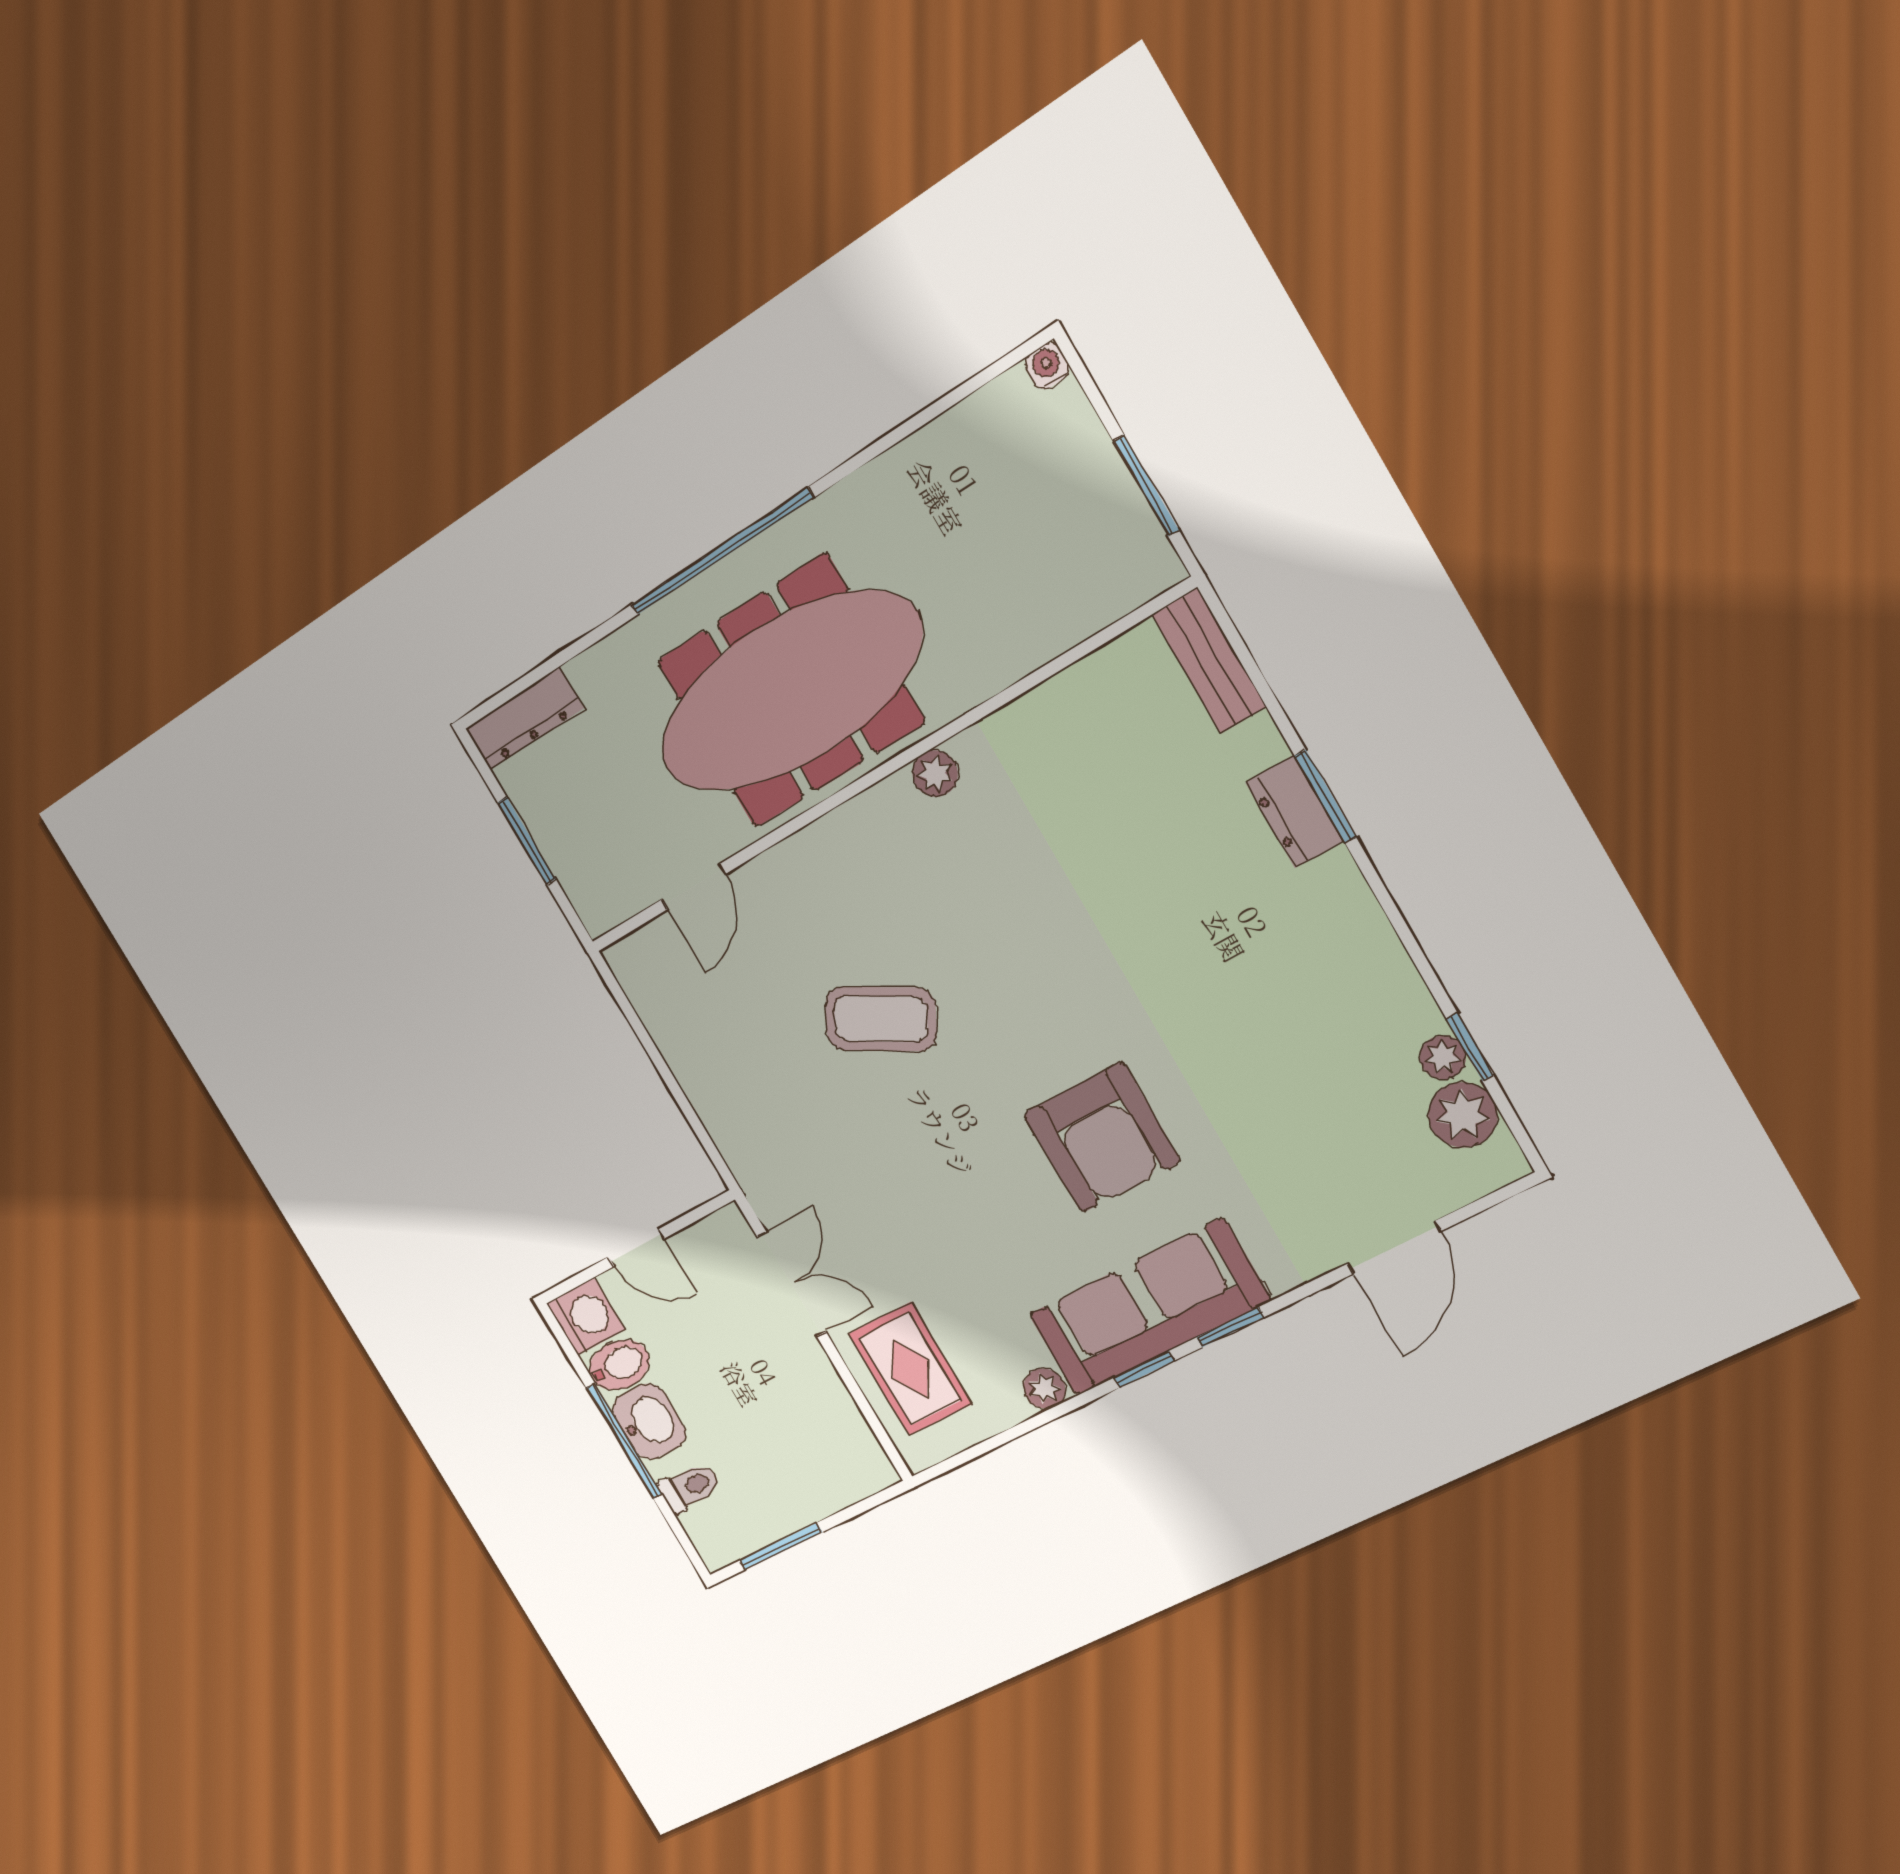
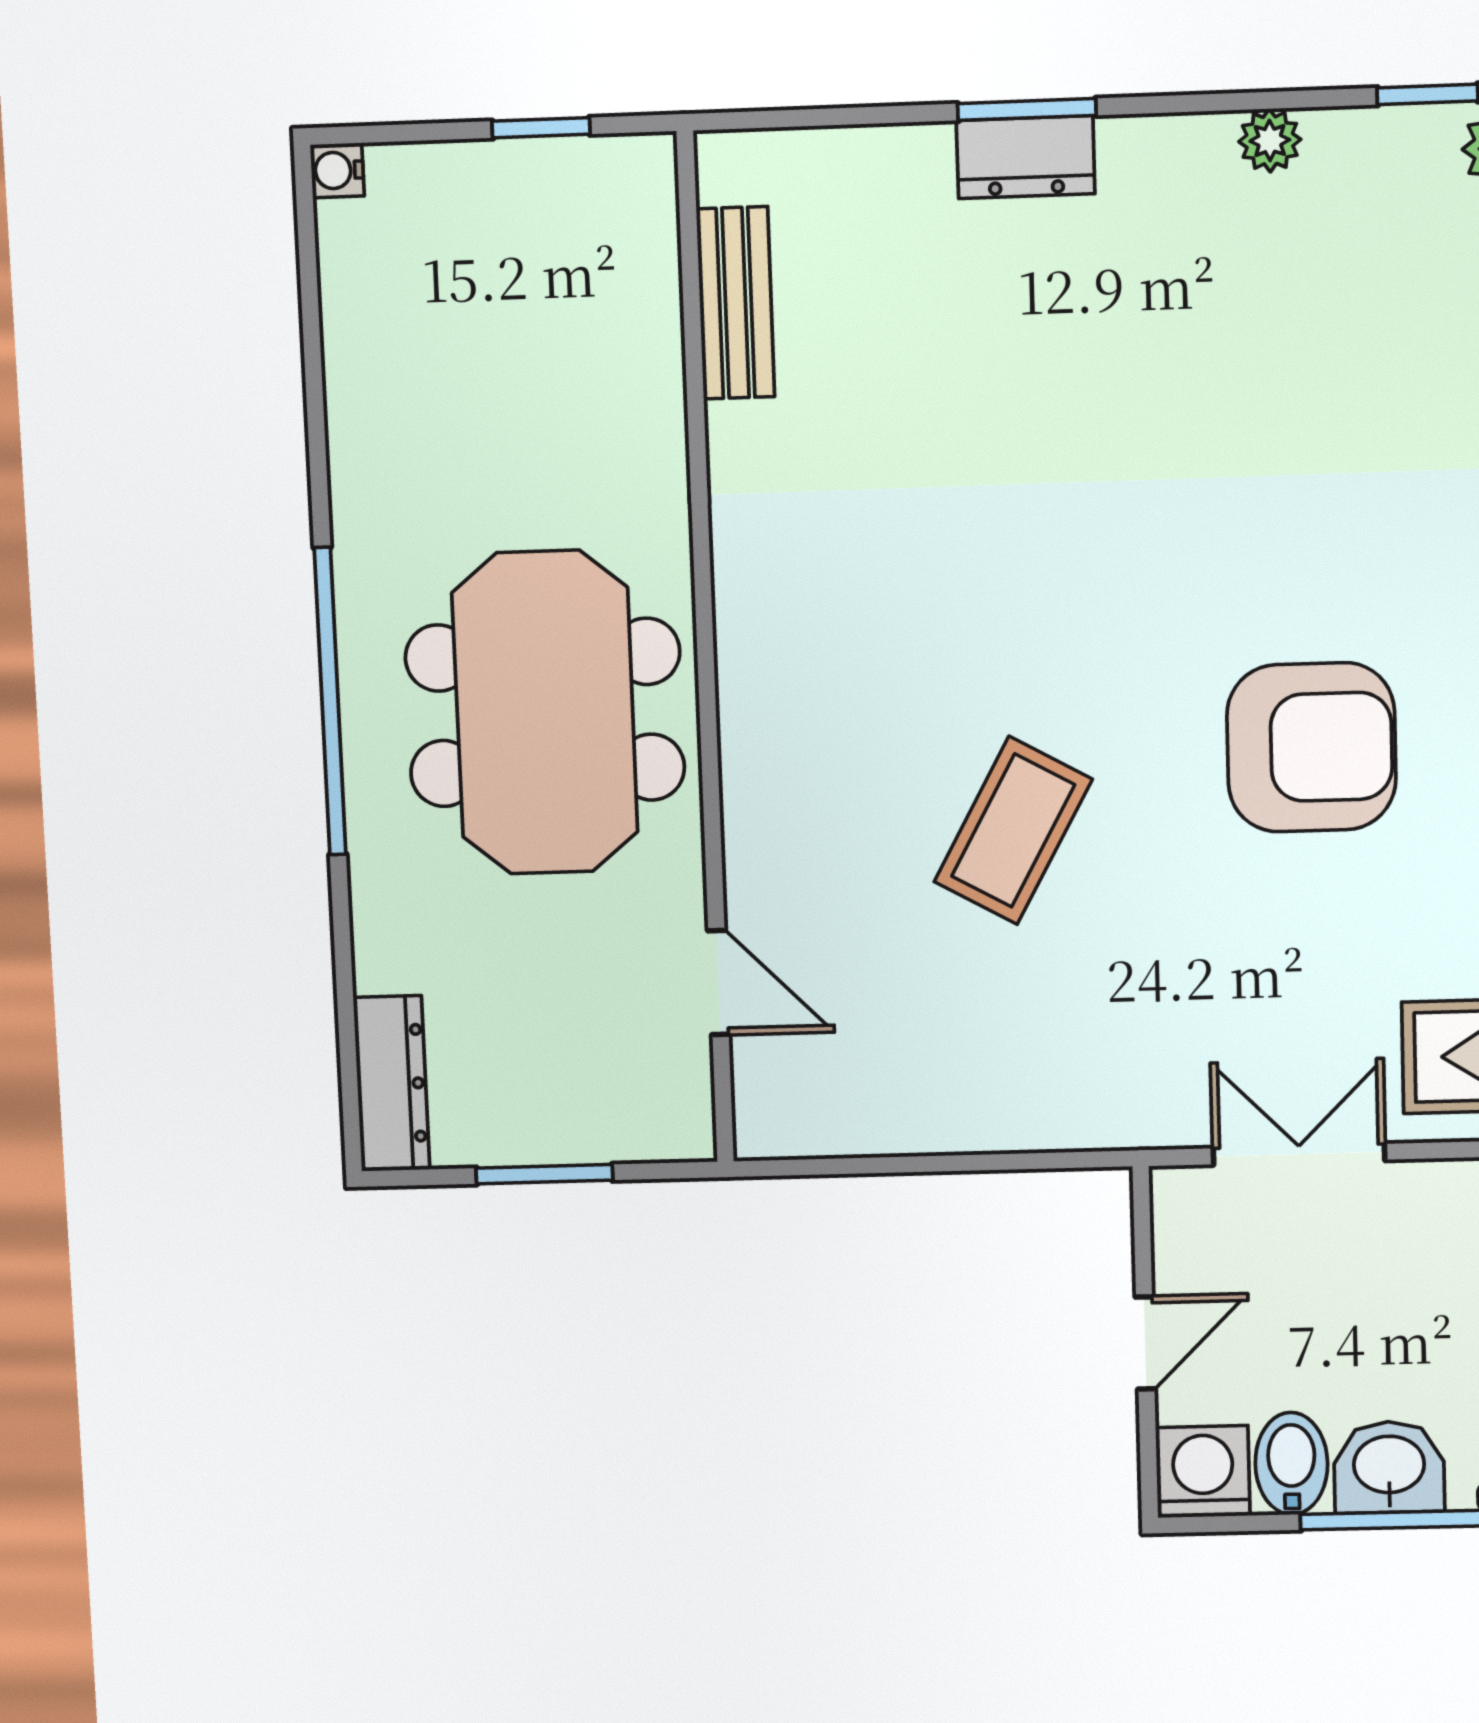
window: (1146, 486) -> (541, 128), width x0.67
bench: (1209, 660) -> (735, 303), moved, turned 90
meeting table: (790, 692) -> (545, 713), width x0.73
plant: (935, 774) -> (743, 583), removed
plant: (1443, 1057) -> (1270, 140), moved
armchair: (1102, 1138) -> (1311, 747), moved

